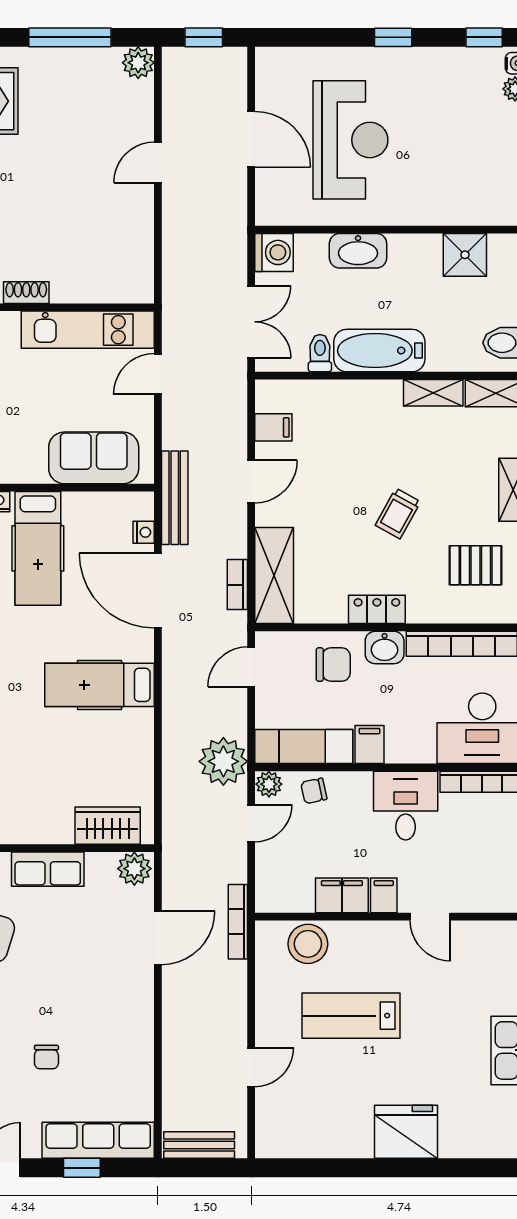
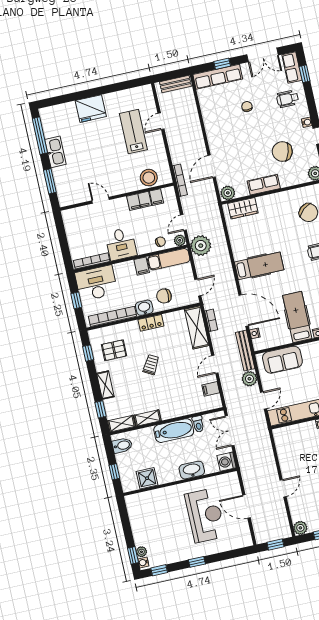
reception desk: (350, 140) -> (205, 515), turned 180
plant: (179, 431) -> (249, 379), added
filing cabinet: (384, 895) -> (157, 197), moved
lab bench: (351, 1016) -> (133, 132), moved, turned -90

